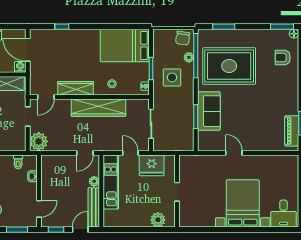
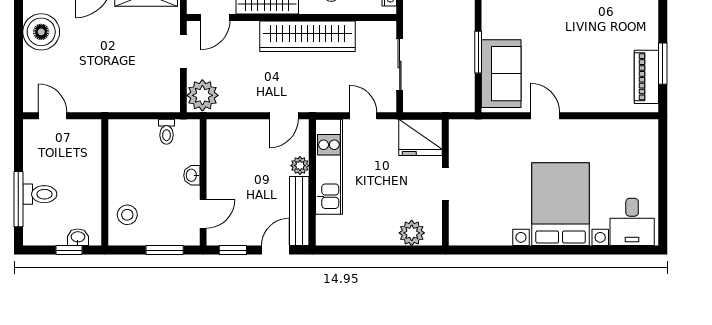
sofa: (209, 111) -> (501, 74), moved
fridge: (152, 165) -> (421, 137), moved
washbasin: (33, 176) -> (192, 175), moved

